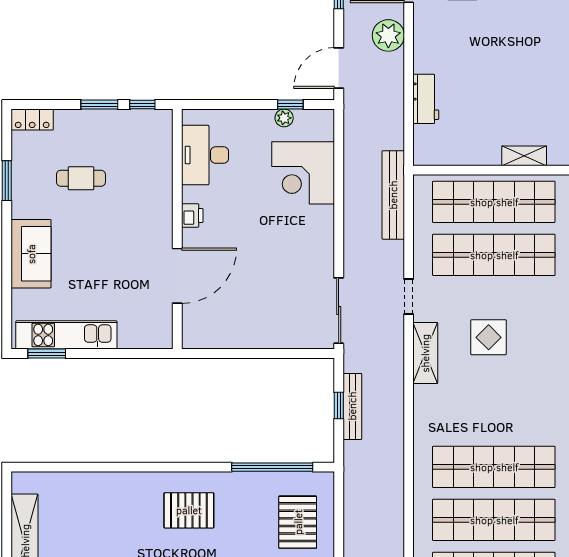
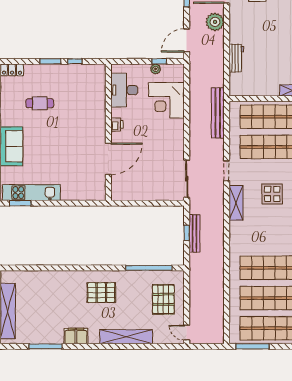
desk: (205, 155) -> (124, 90), moved
printer: (192, 215) -> (117, 125), moved
wall: (177, 229) -> (108, 132), moved
door: (177, 276) -> (108, 159), moved

